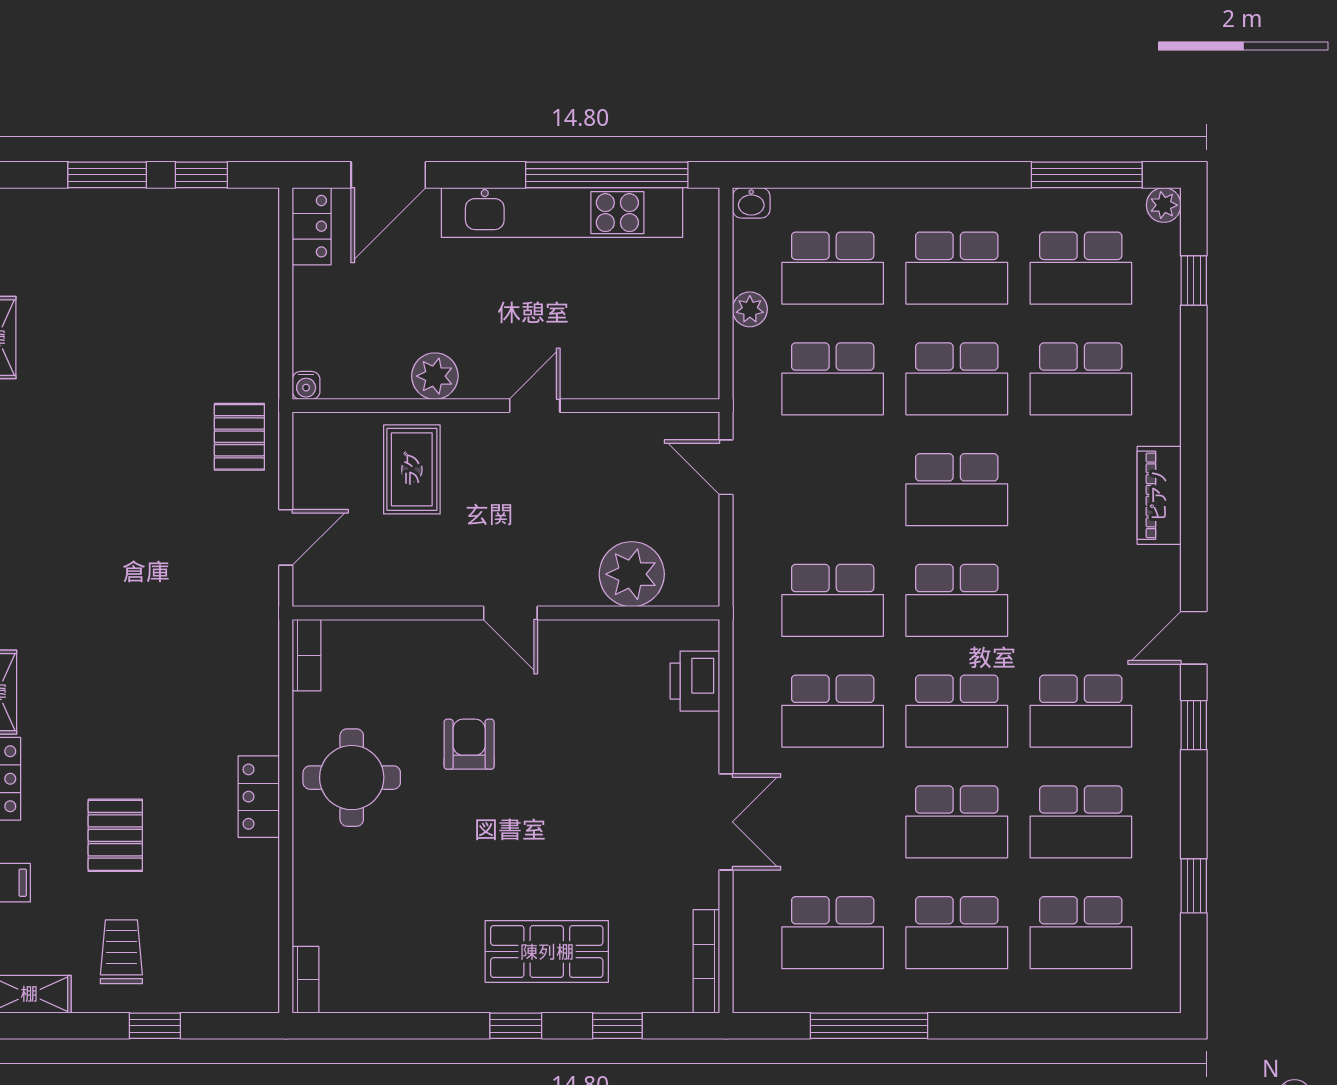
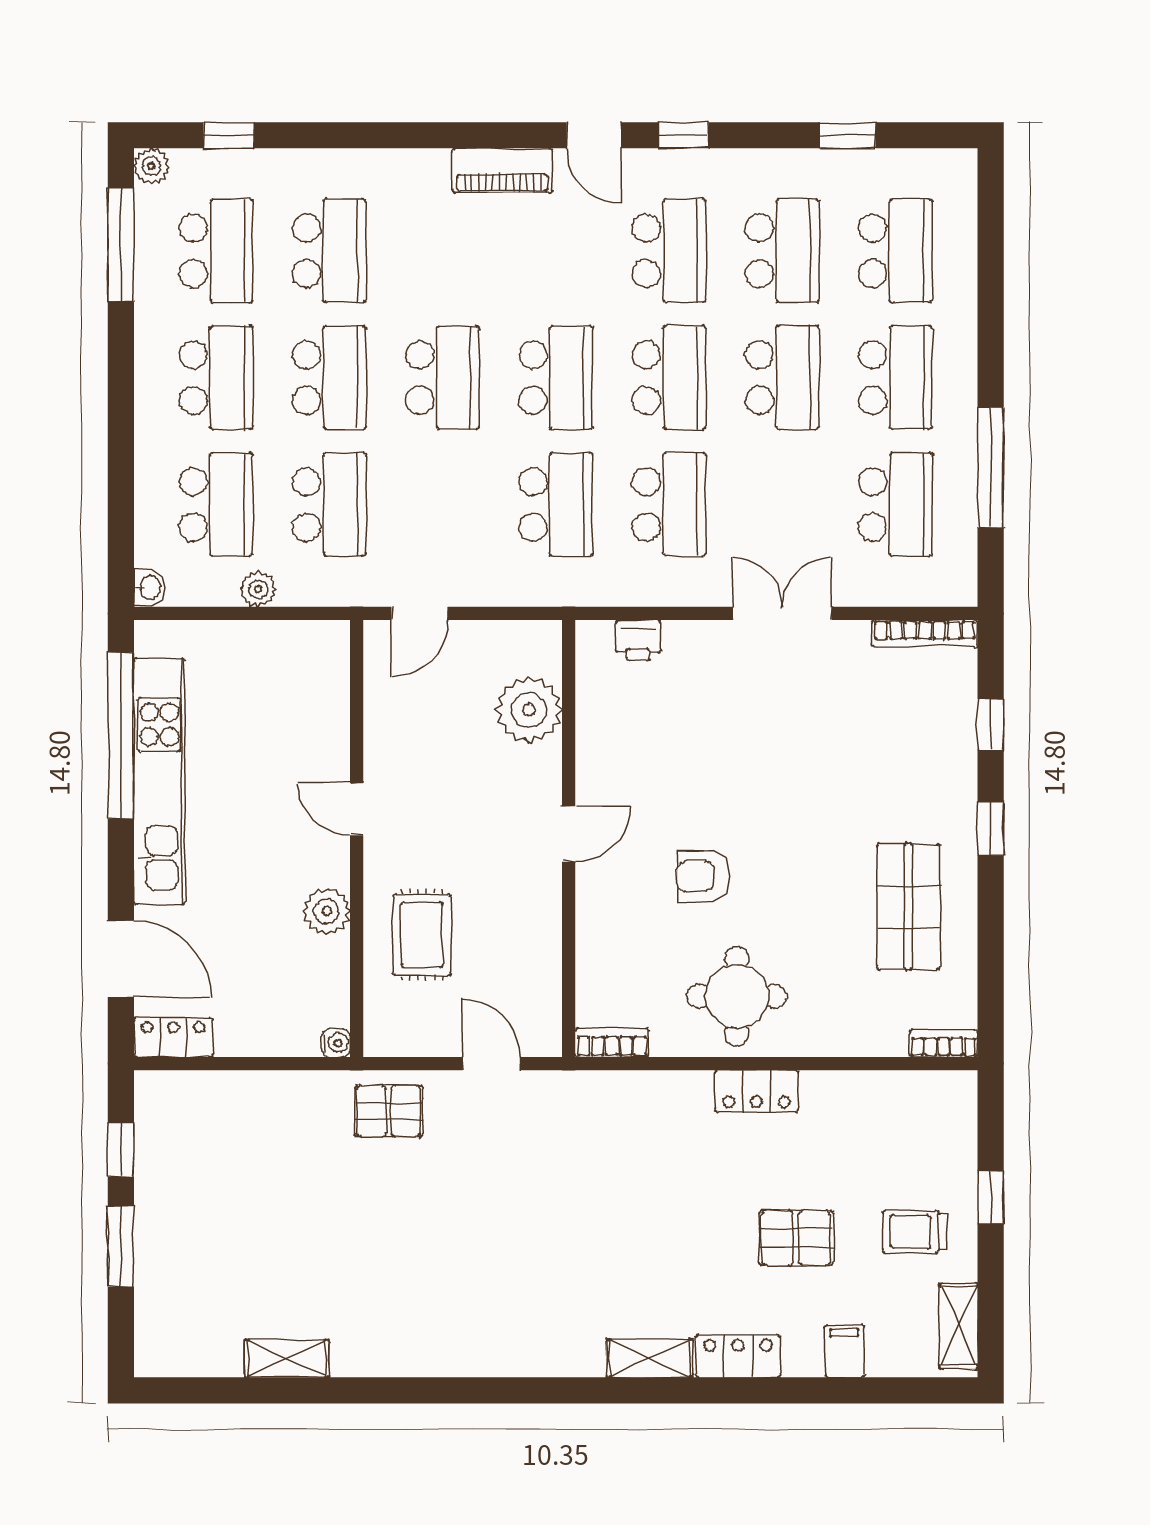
rug: (412, 469) -> (422, 935), turned 90
piano: (1159, 495) -> (502, 171), moved
printer: (695, 681) -> (638, 640), width x0.73, depth x0.81
shop shelf: (547, 952) -> (908, 907), moved

